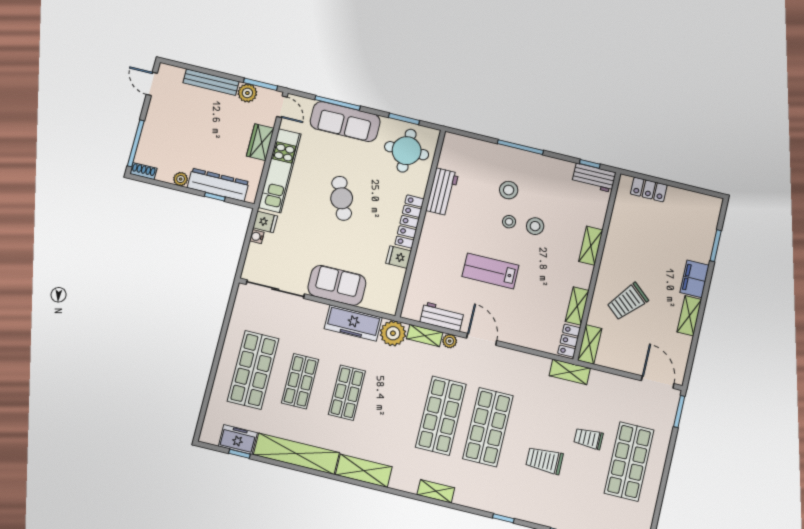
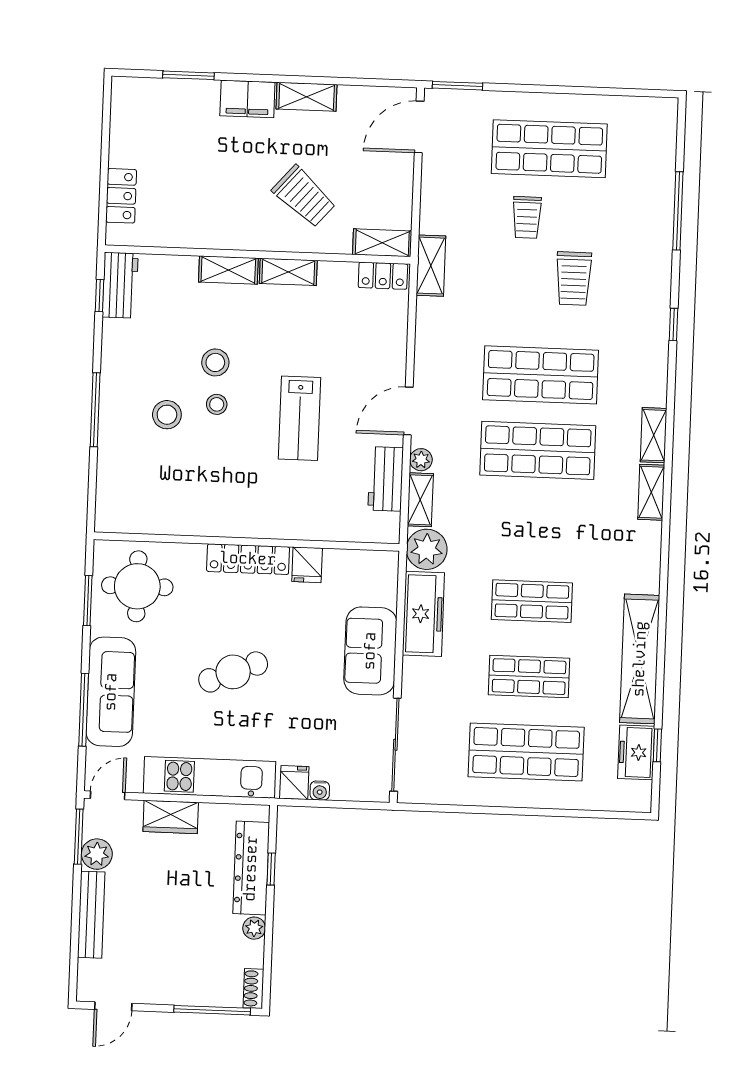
workbench: (442, 192) -> (191, 518), removed
shelving: (577, 306) -> (288, 272), moved
shelving: (364, 471) -> (651, 492), moved, width x0.67, depth x0.75

